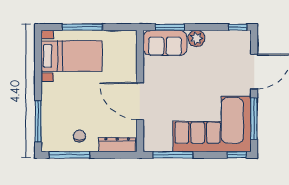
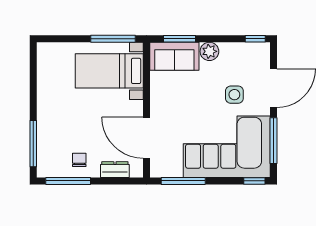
window: (82, 27) -> (113, 39), moved
bed with nightstands: (72, 56) -> (109, 71), moved, turned 180
side table: (219, 77) -> (234, 95), added
door: (140, 101) -> (147, 138), moved
dresser: (117, 145) -> (115, 170), width x0.70

